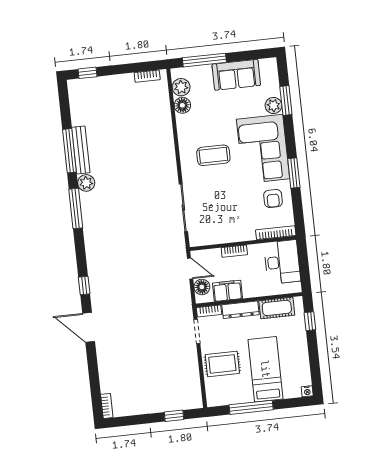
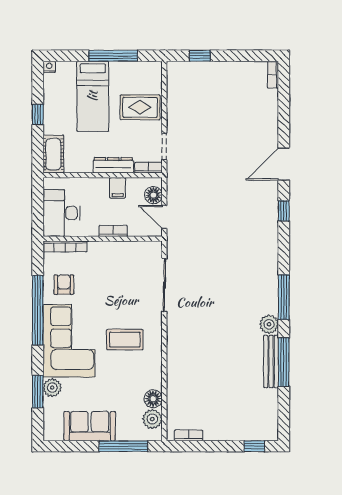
window: (294, 173) -> (38, 310), width x2.11
filing cabinet: (228, 291) -> (118, 188), width x0.50
cot: (277, 308) -> (53, 154), moved, turned 90
window: (310, 321) -> (38, 114), moved
door: (89, 327) -> (284, 164), swing flipped

